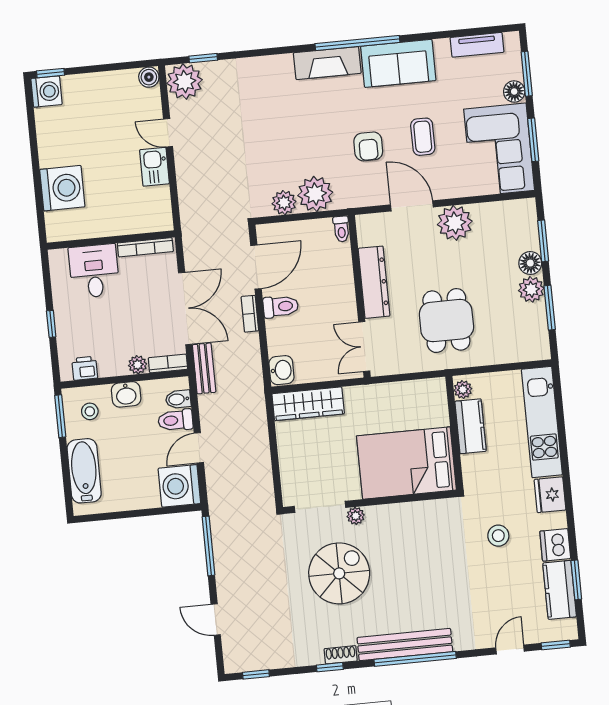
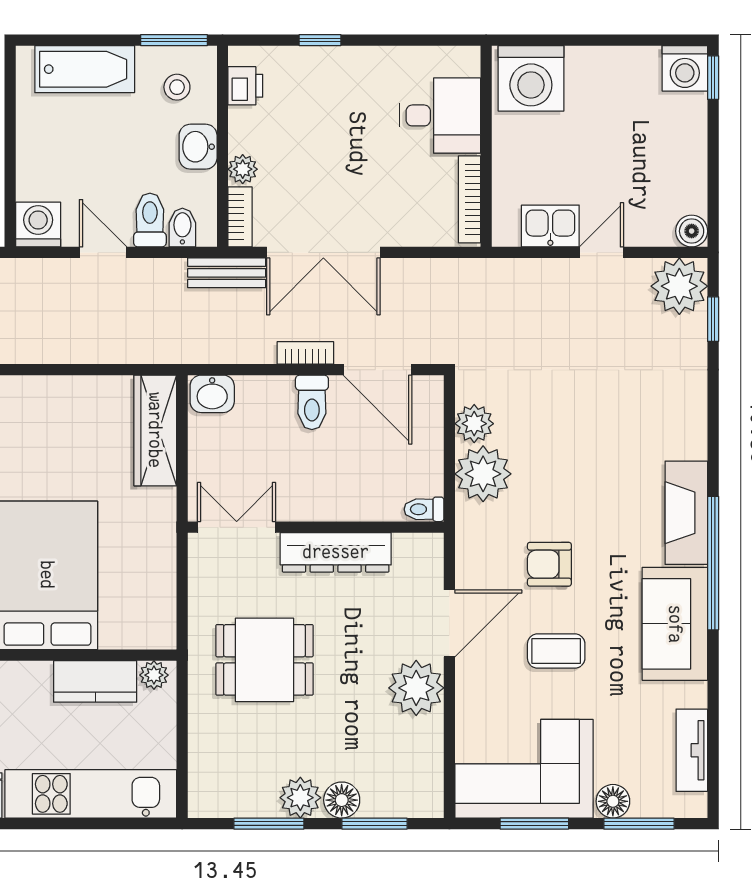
wall: (111, 240) -> (486, 146), moved
bookcase: (145, 247) -> (469, 199), moved
desk: (94, 271) -> (440, 115), moved
washing machine: (179, 486) -> (38, 224), width x0.73, depth x0.73

